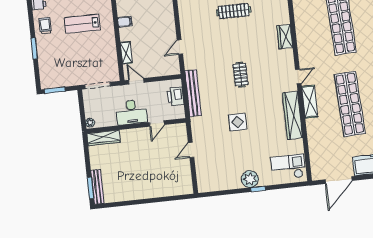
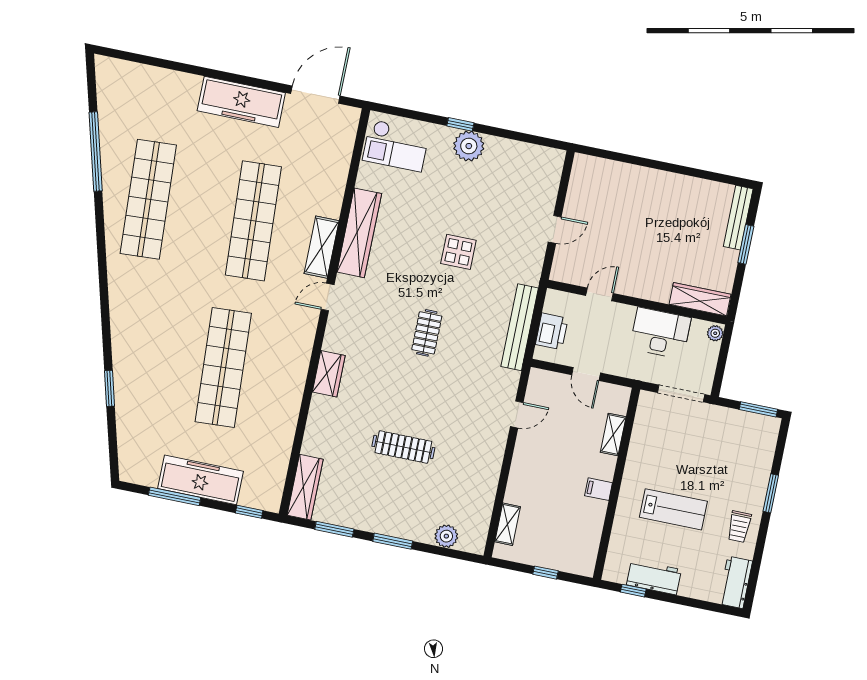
door: (136, 81) -> (586, 374), moved
desk: (132, 112) -> (660, 333), moved
window: (90, 188) -> (746, 244), moved

